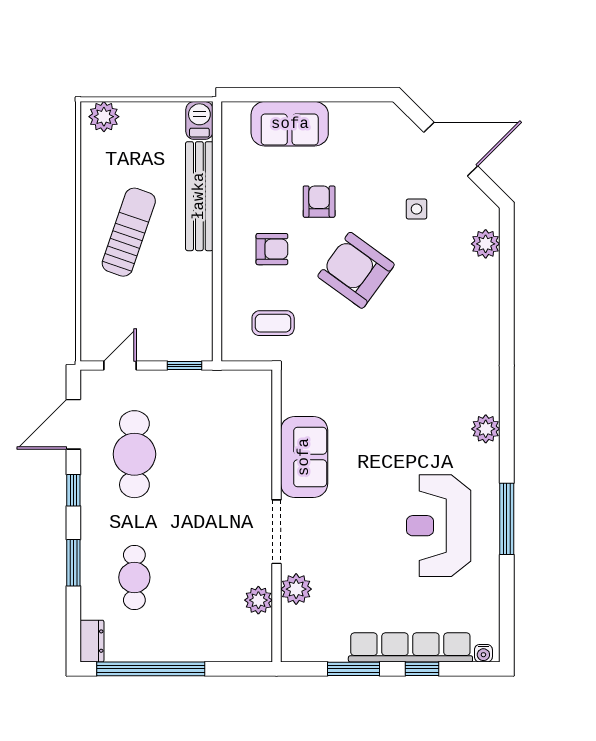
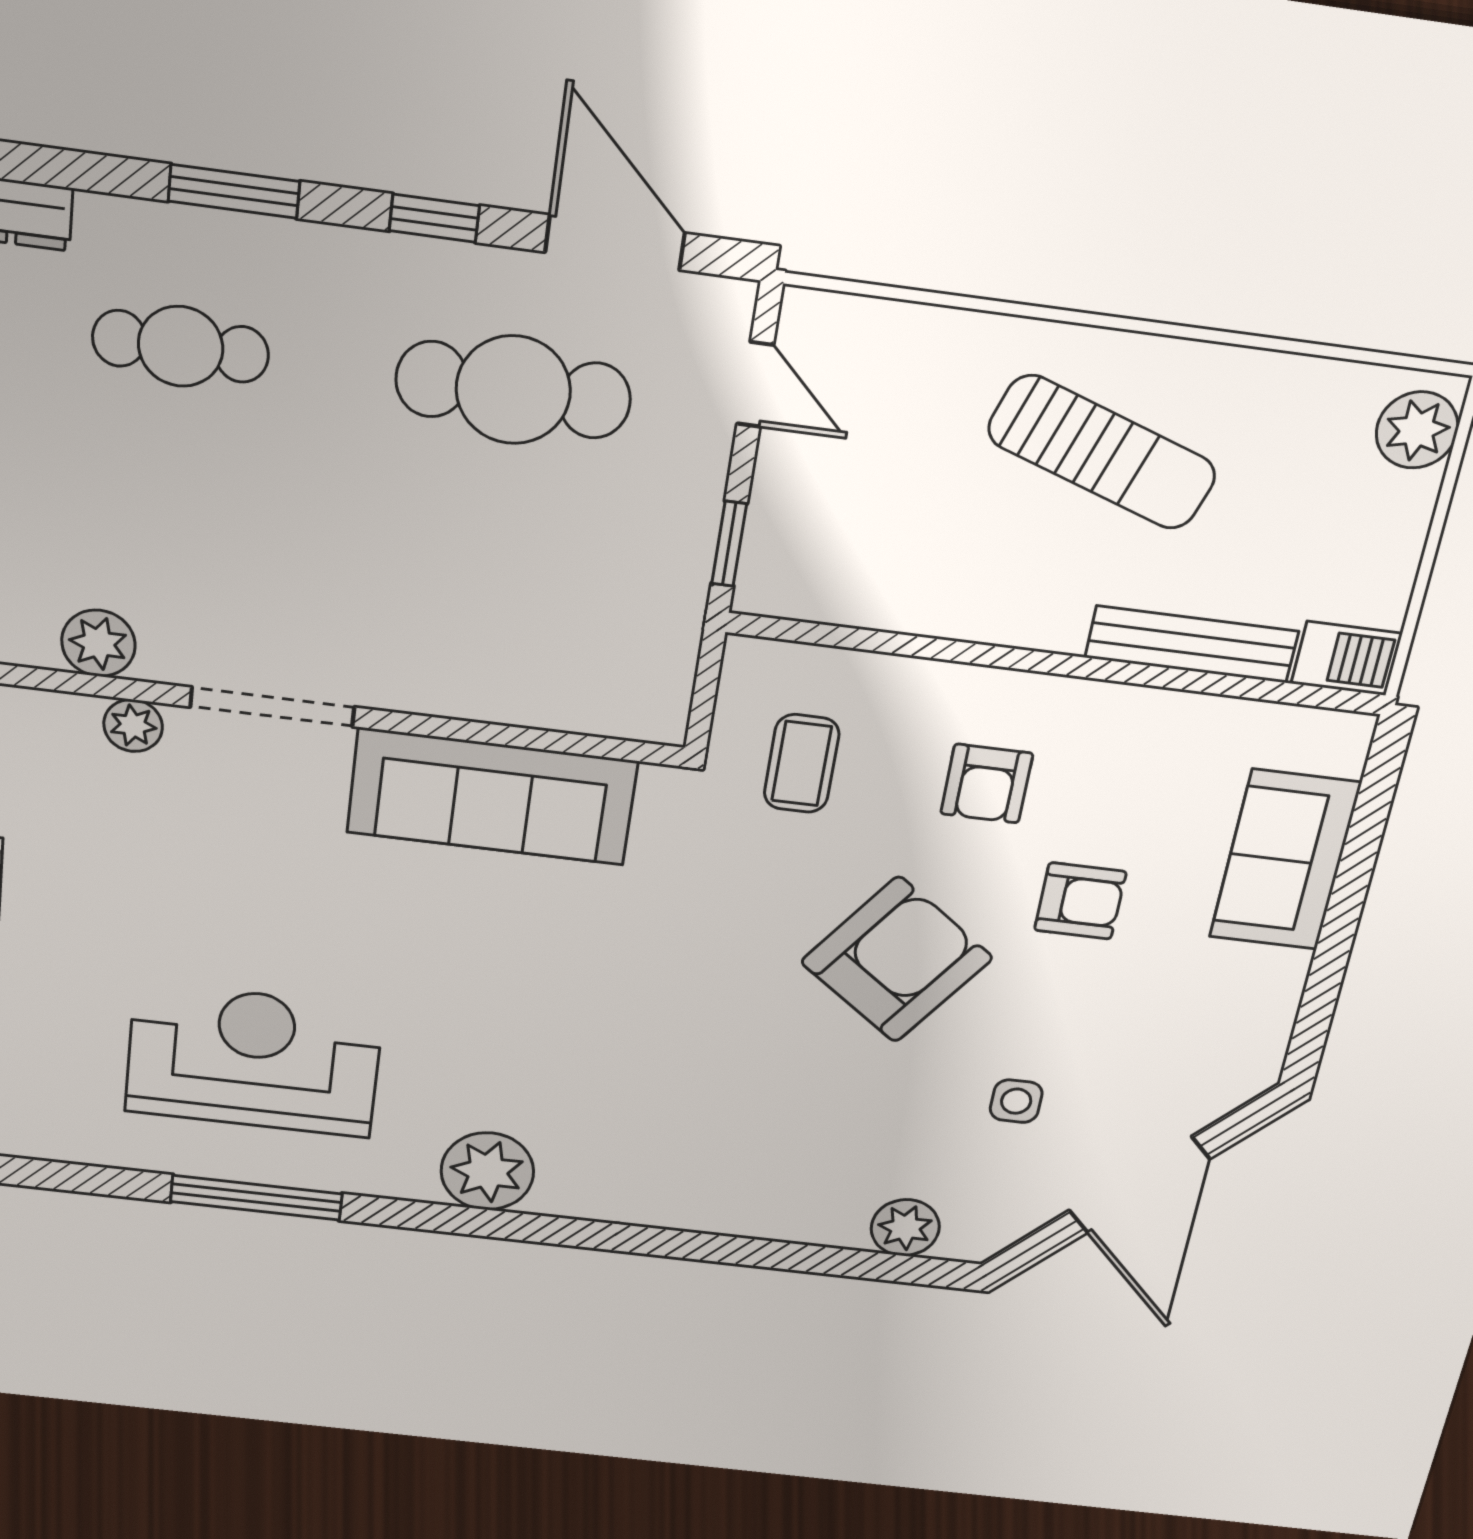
bench: (199, 196) -> (1192, 644), width x0.73, depth x0.82
plant: (486, 429) -> (487, 1171), width x1.36, depth x1.36
sofa: (304, 457) -> (492, 797), width x1.36
plant: (296, 589) -> (133, 726), width x0.73, depth x0.73

